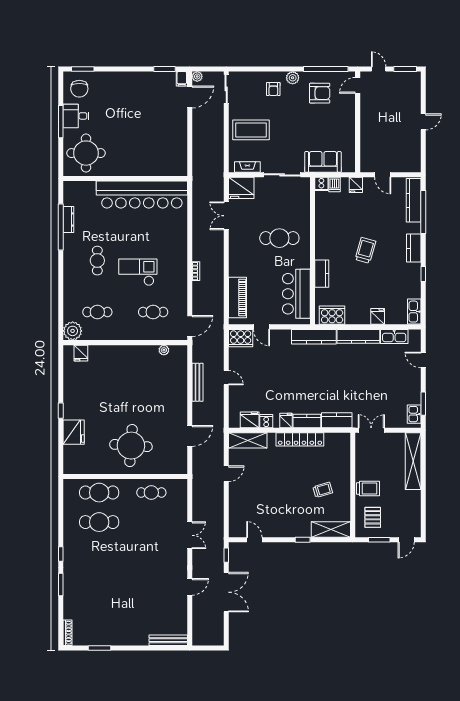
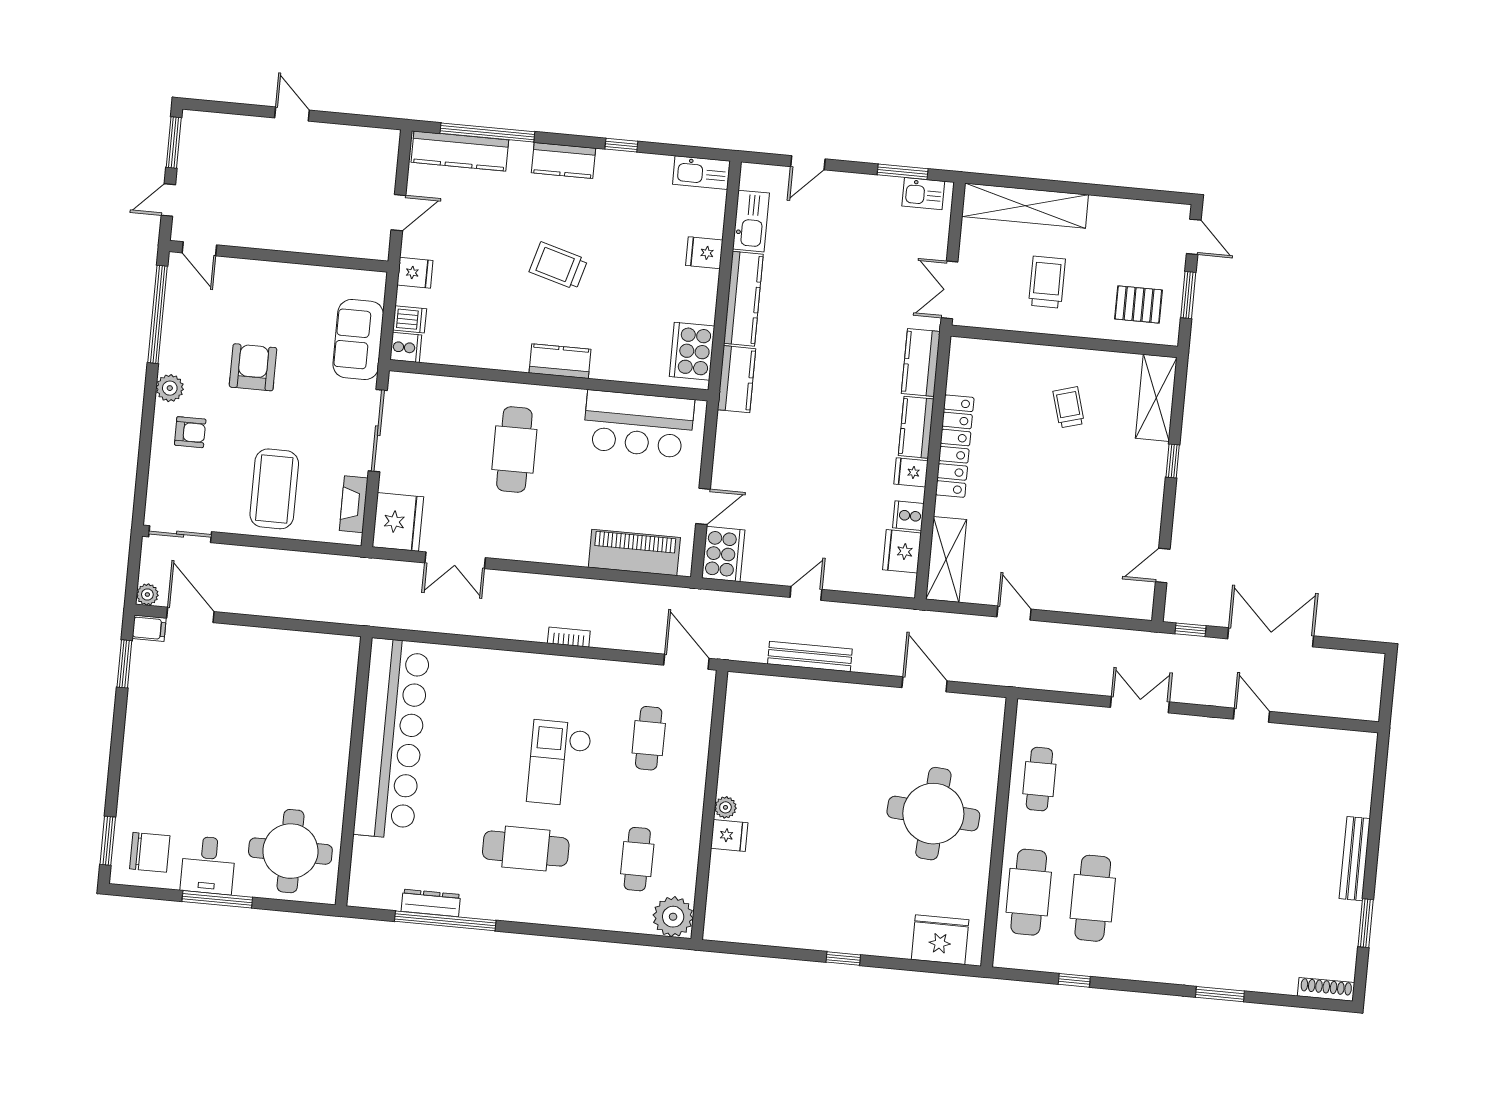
armchair: (320, 93) -> (253, 367), moved
cafe table: (97, 261) -> (526, 849), width x1.37, depth x1.35
kitchen counter: (322, 274) -> (560, 361), moved
kitchen counter: (314, 337) -> (737, 379), width x0.67
plant: (164, 350) -> (725, 807), moved
fridge: (81, 353) -> (729, 835), moved
fridge: (74, 432) -> (940, 940), moved
trolley: (368, 489) -> (1047, 282), moved
window: (61, 554) -> (1074, 980), moved
bench: (168, 640) -> (1355, 859), moved

